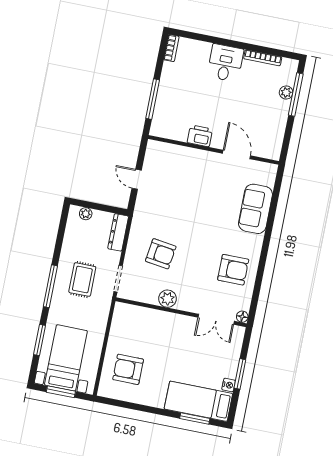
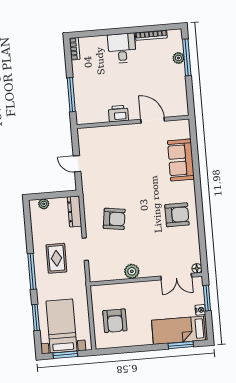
plant: (168, 299) -> (132, 271), moved
wall: (181, 312) -> (146, 279), moved
floor lamp: (242, 317) -> (197, 268), moved
double door: (216, 319) -> (176, 277), moved
armchair: (128, 369) -> (115, 321), turned -90

